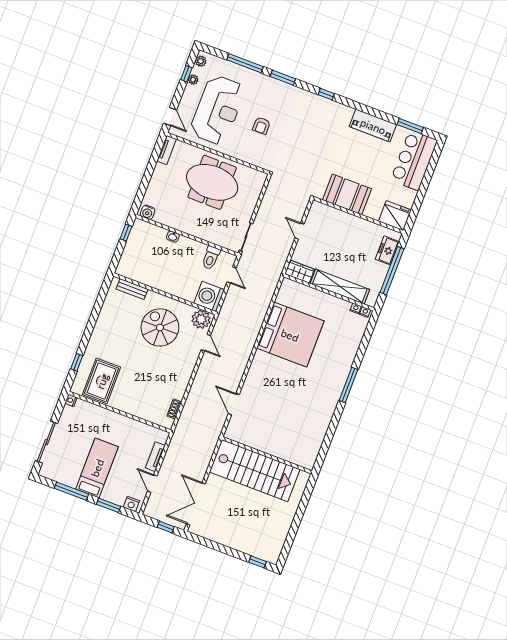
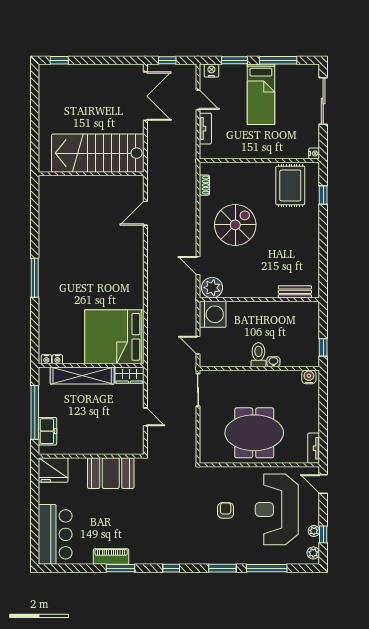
piano: (373, 126) -> (111, 557), width x0.73, depth x0.75
window: (410, 126) -> (120, 568), moved
toilet: (211, 258) -> (258, 355), moved
spiral stairs: (160, 327) -> (235, 225), moved, turned -90
bed: (290, 335) -> (114, 337), moved
door: (234, 404) -> (145, 213), swing flipped

